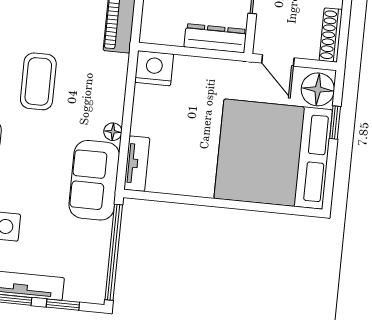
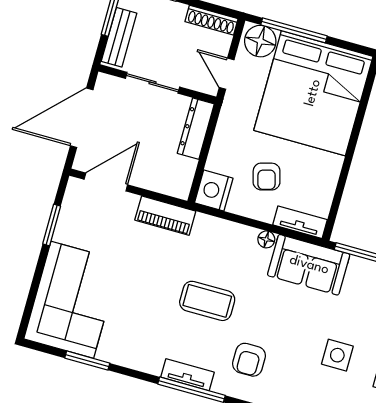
door: (278, 60) -> (227, 74), swing flipped
armchair: (178, 121) -> (267, 177), added
window: (335, 123) -> (294, 30), width x2.17

